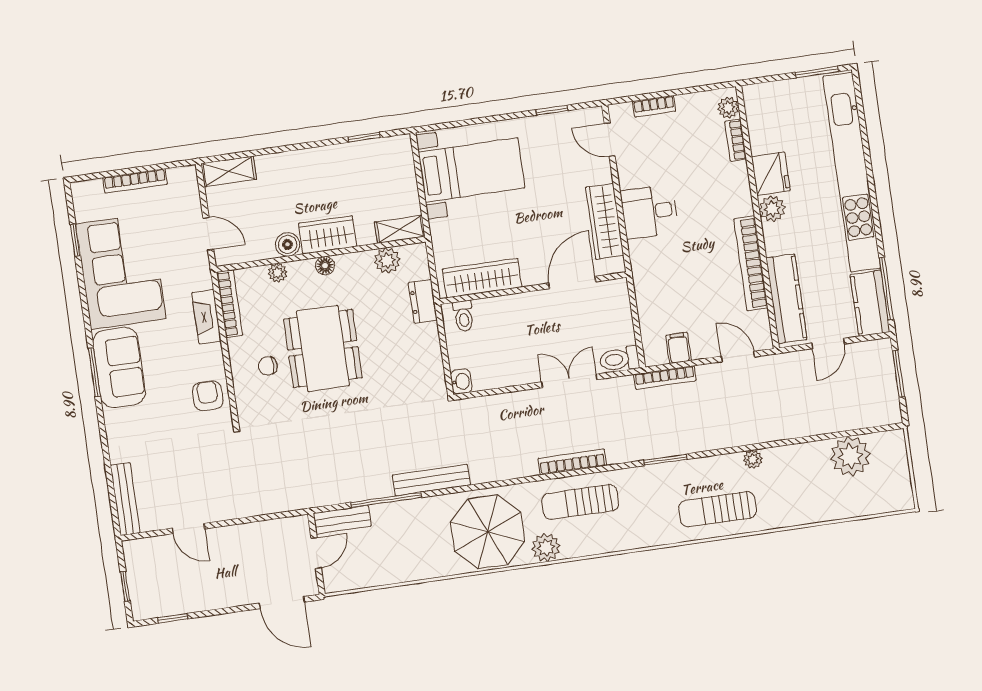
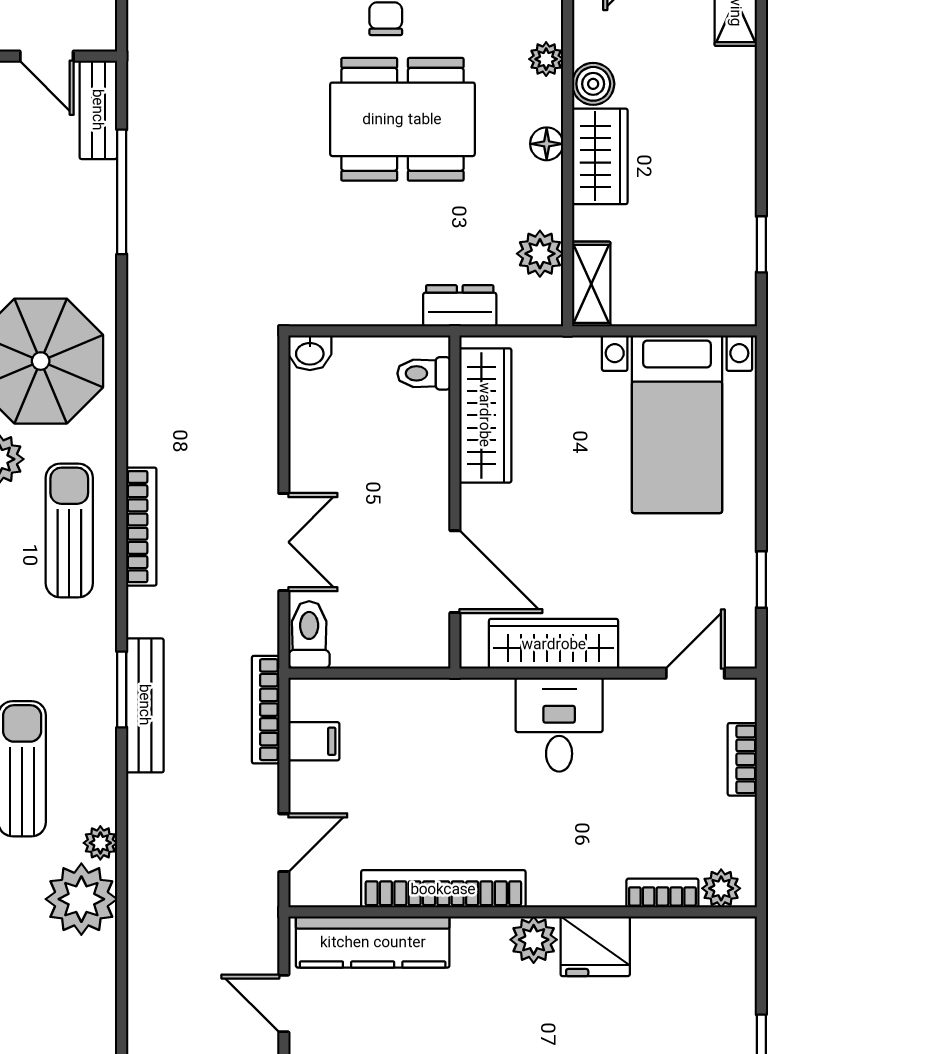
plant: (850, 456) -> (81, 899), moved
bench: (431, 480) -> (145, 705), moved

